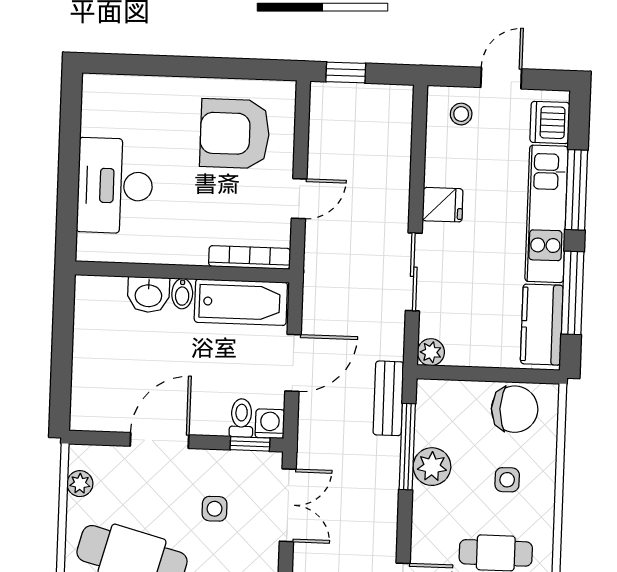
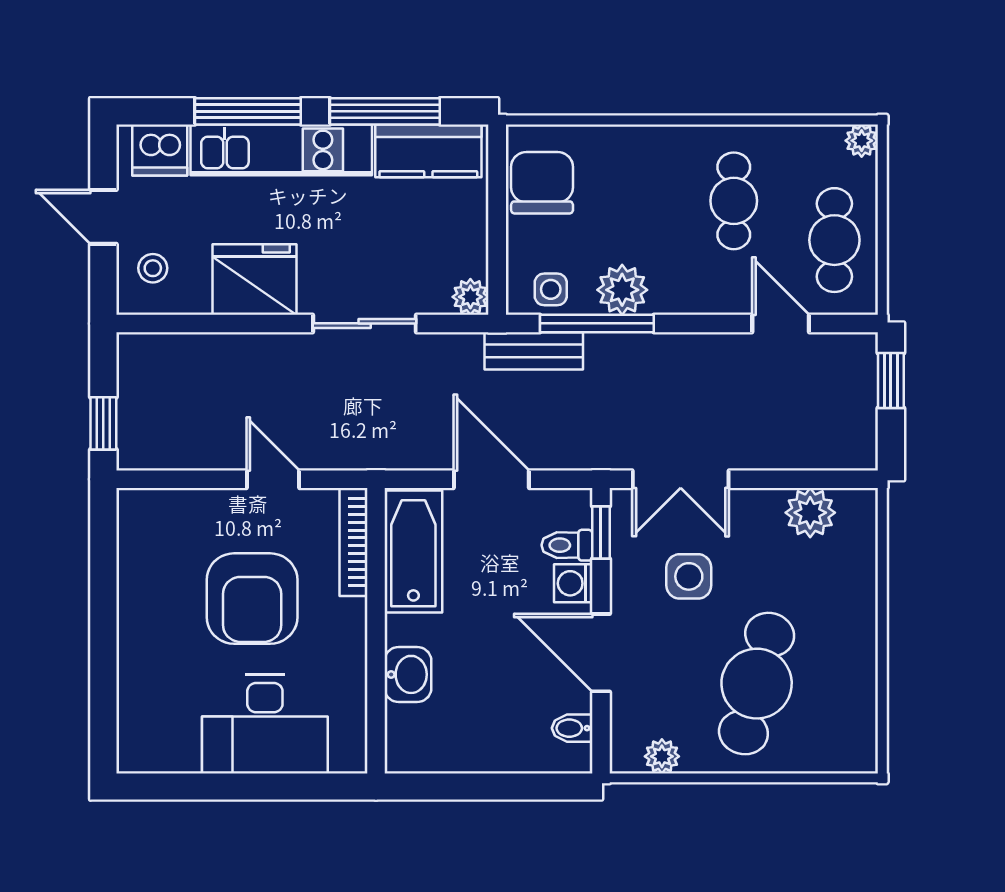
armchair: (235, 134) -> (252, 599), moved
fridge: (443, 205) -> (255, 279), width x1.88, depth x1.34
bidet: (182, 294) -> (572, 728), moved, turned 180
washing machine: (270, 424) -> (573, 583), moved
side table: (507, 480) -> (551, 289), moved
double door: (288, 505) -> (681, 479), swing flipped
side table: (214, 509) -> (689, 576), width x1.37, depth x1.37

